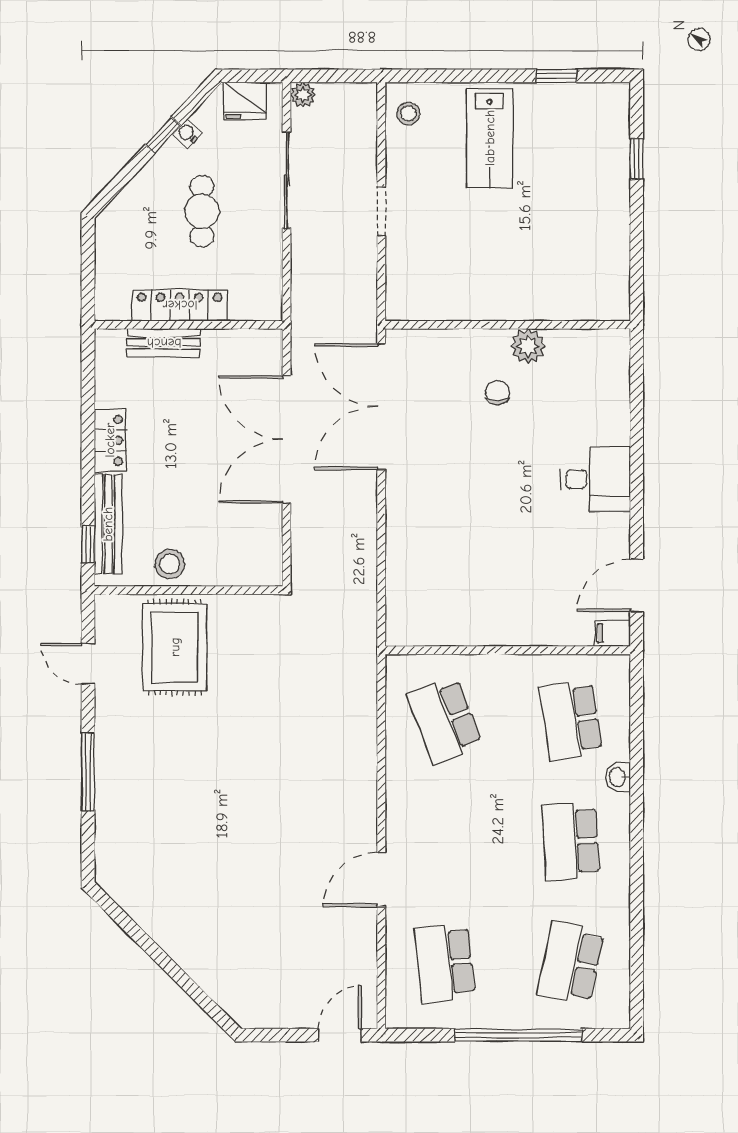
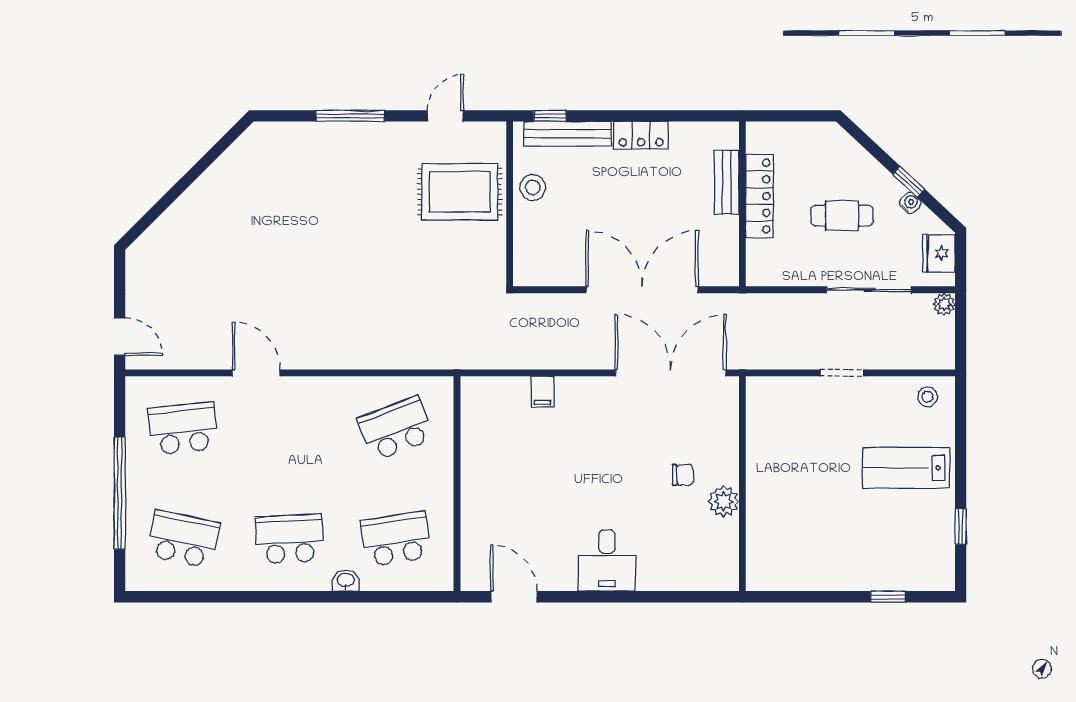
filing cabinet: (613, 633) -> (542, 392), moved, turned 180

